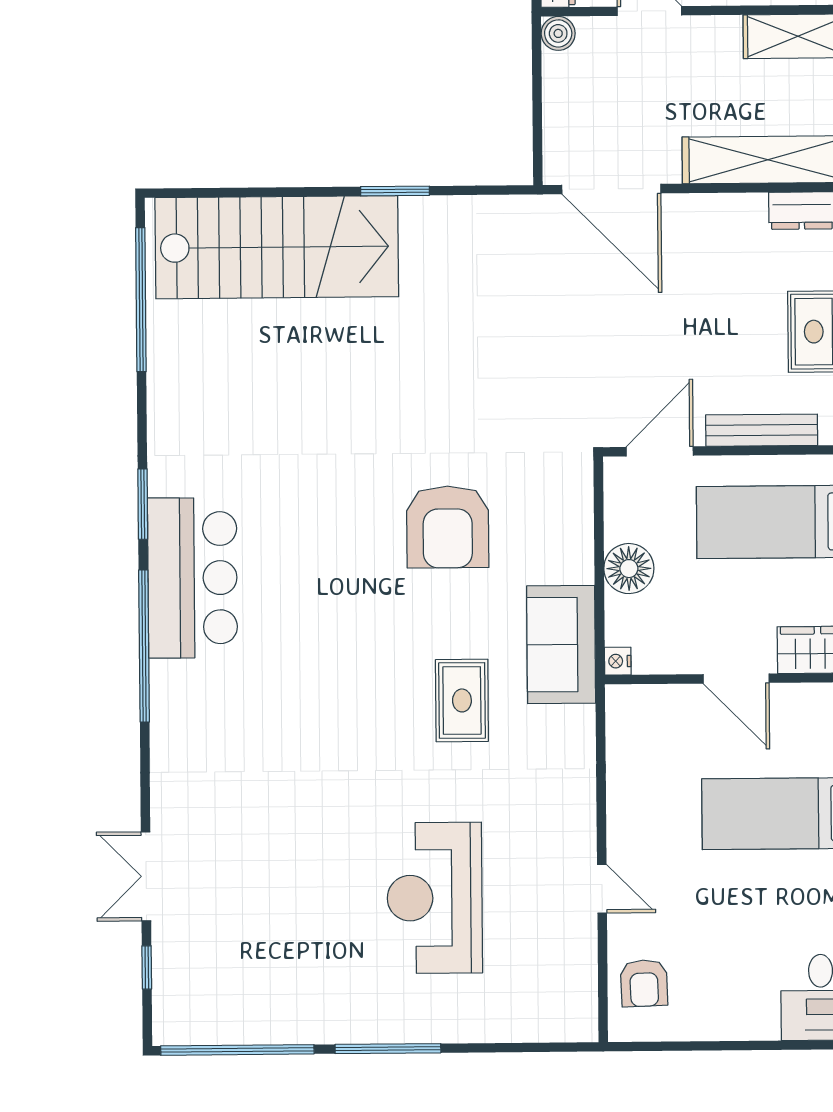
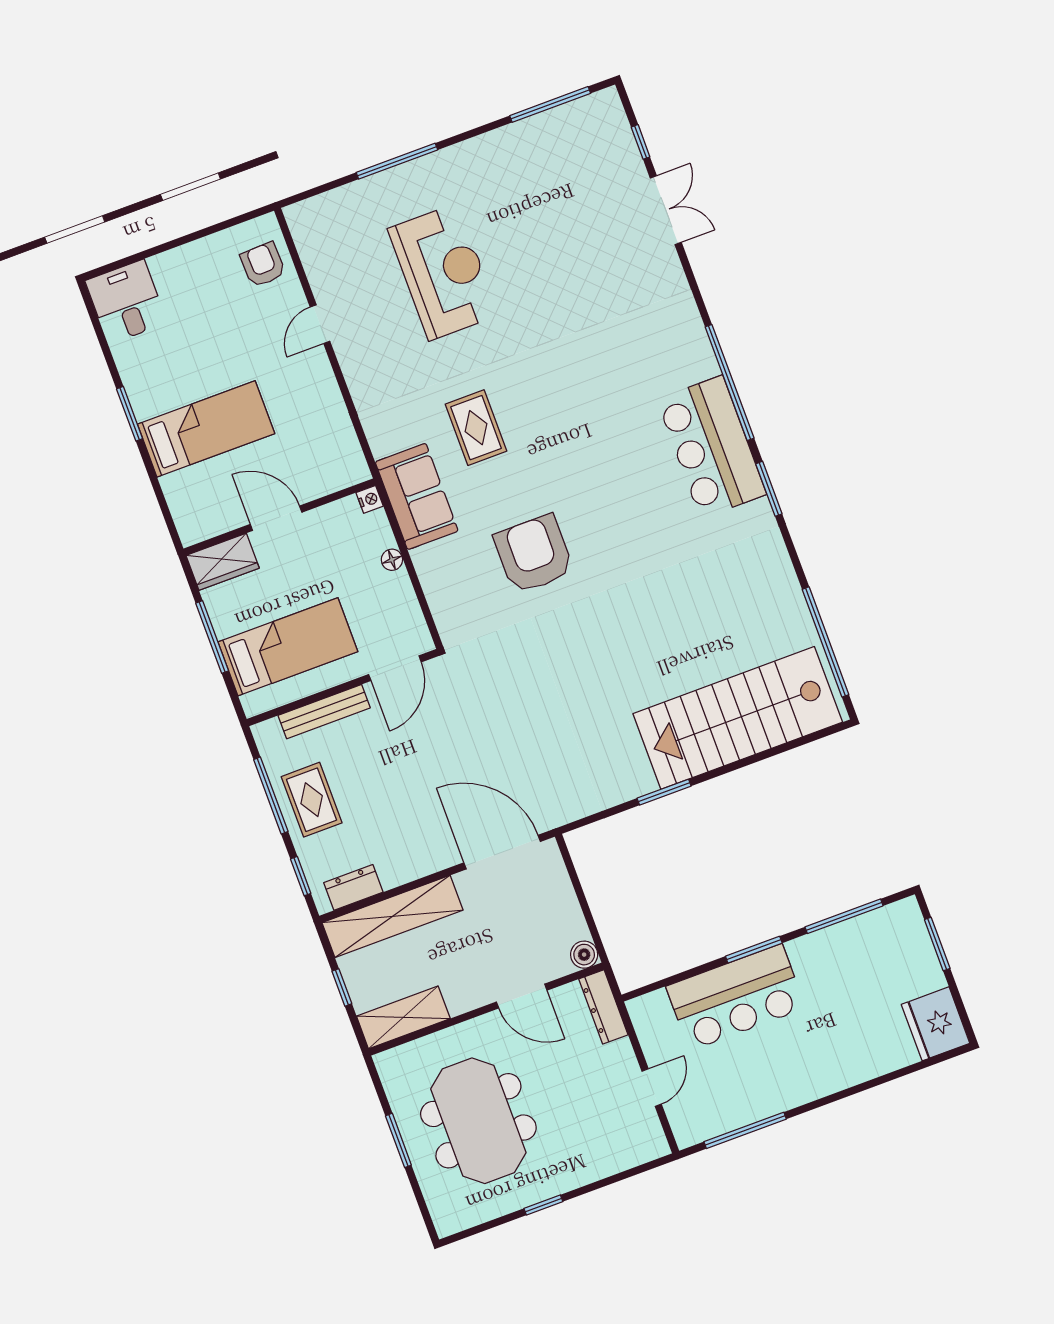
floor lamp: (629, 569) -> (392, 560), width x0.53, depth x0.53
door: (602, 889) -> (320, 324), hinge flipped
window: (388, 1049) -> (397, 161), moved
window: (237, 1050) -> (550, 104), width x0.68

